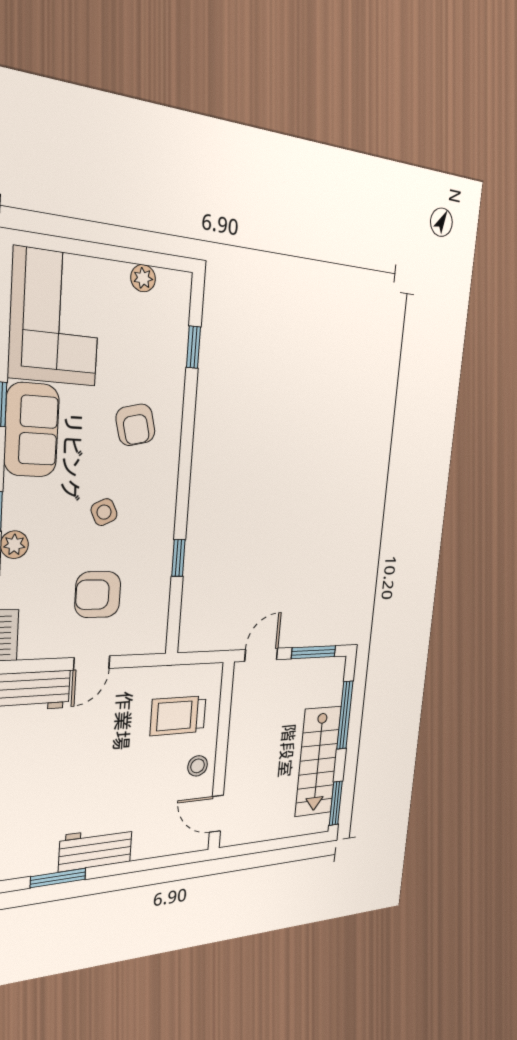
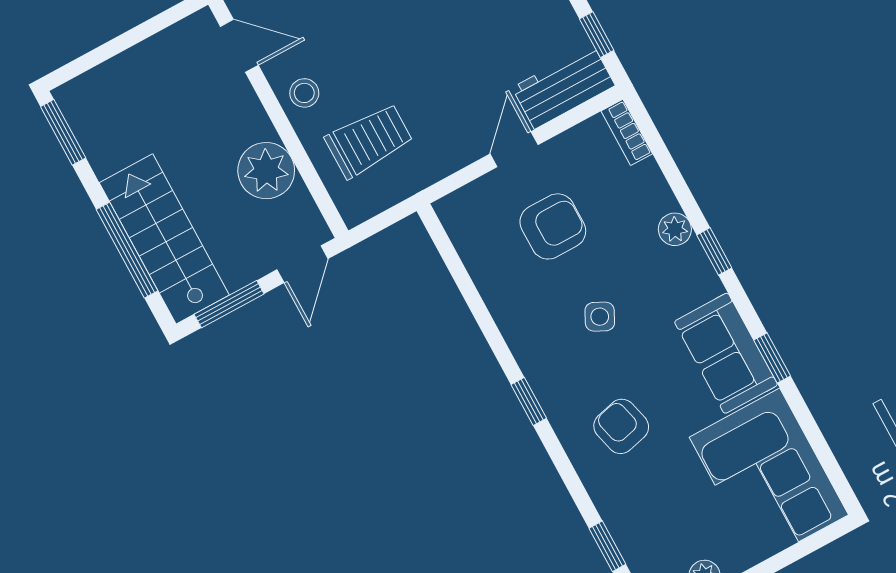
side table: (104, 512) -> (600, 317), turned -37
window: (178, 558) -> (529, 401), moved
plant: (247, 726) -> (266, 171), added
stairs: (318, 761) -> (164, 239), moved

